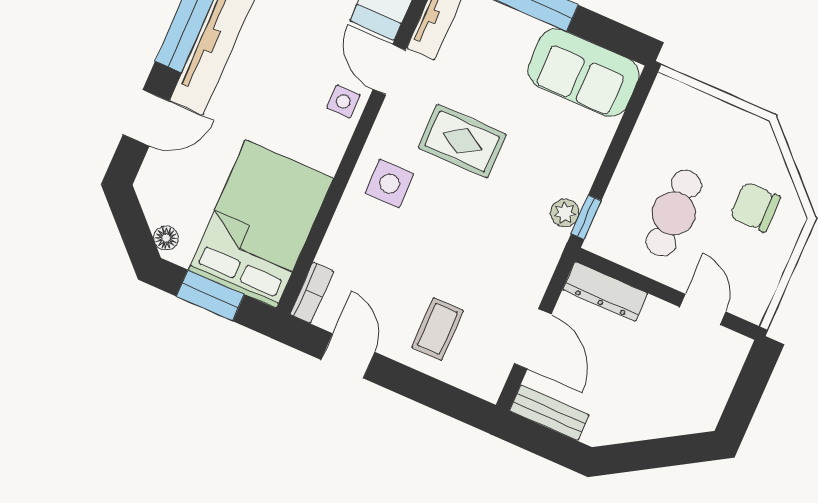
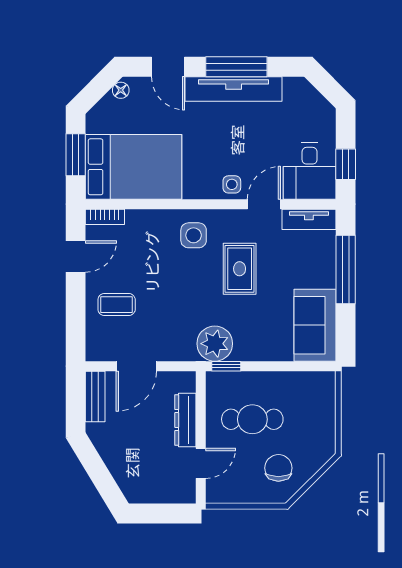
plant: (565, 213) -> (215, 344), width x1.88, depth x1.88
floor lamp: (166, 238) -> (121, 90), moved
dresser: (605, 291) -> (185, 420), moved

